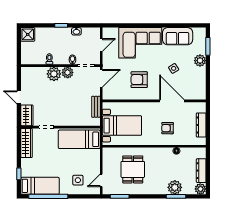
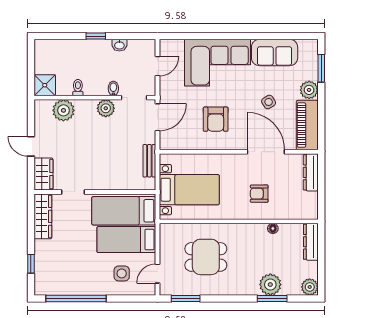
shower: (28, 34) -> (45, 85), moved
plant: (54, 74) -> (63, 110), moved
armchair: (139, 80) -> (216, 119), turned -90
piano: (199, 83) -> (307, 125), added
dresser: (201, 125) -> (311, 172), moved
dining table: (133, 169) -> (206, 257), turned 90
dresser: (201, 171) -> (311, 242), moved
bed: (40, 186) -> (126, 240), moved, turned 180

